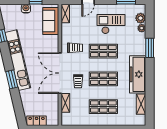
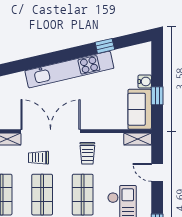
sofa: (51, 21) -> (140, 109), moved, turned -90
window: (12, 79) -> (41, 61), removed

